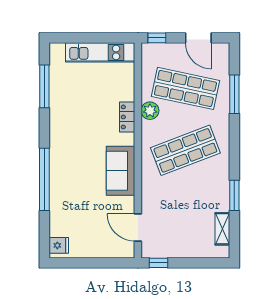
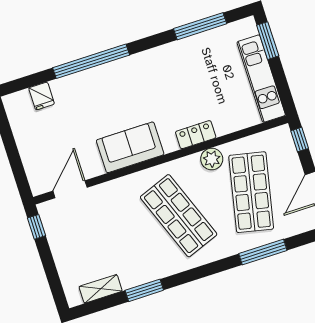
window: (72, 38) -> (268, 41), added
fridge: (59, 245) -> (42, 96), moved

